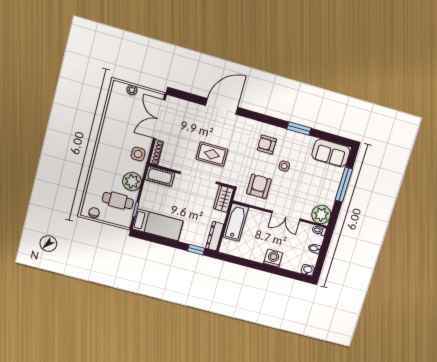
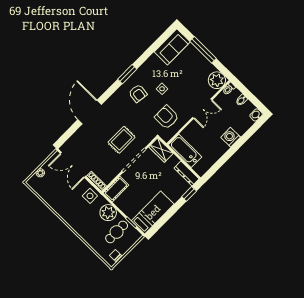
window: (299, 129) -> (127, 74), moved
armchair: (267, 145) -> (138, 93), turned -82

